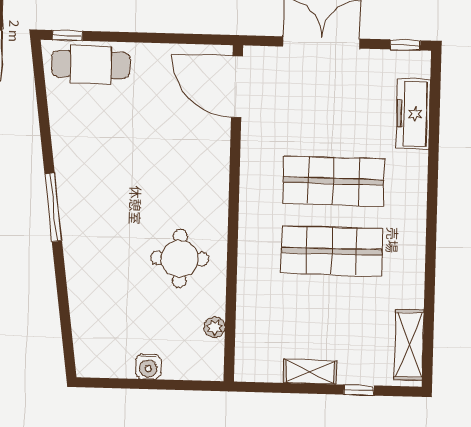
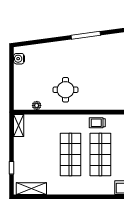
trolley: (259, 186) -> (97, 123), added
water cooler: (148, 367) -> (19, 59), moved
shelving: (310, 372) -> (19, 125), moved

